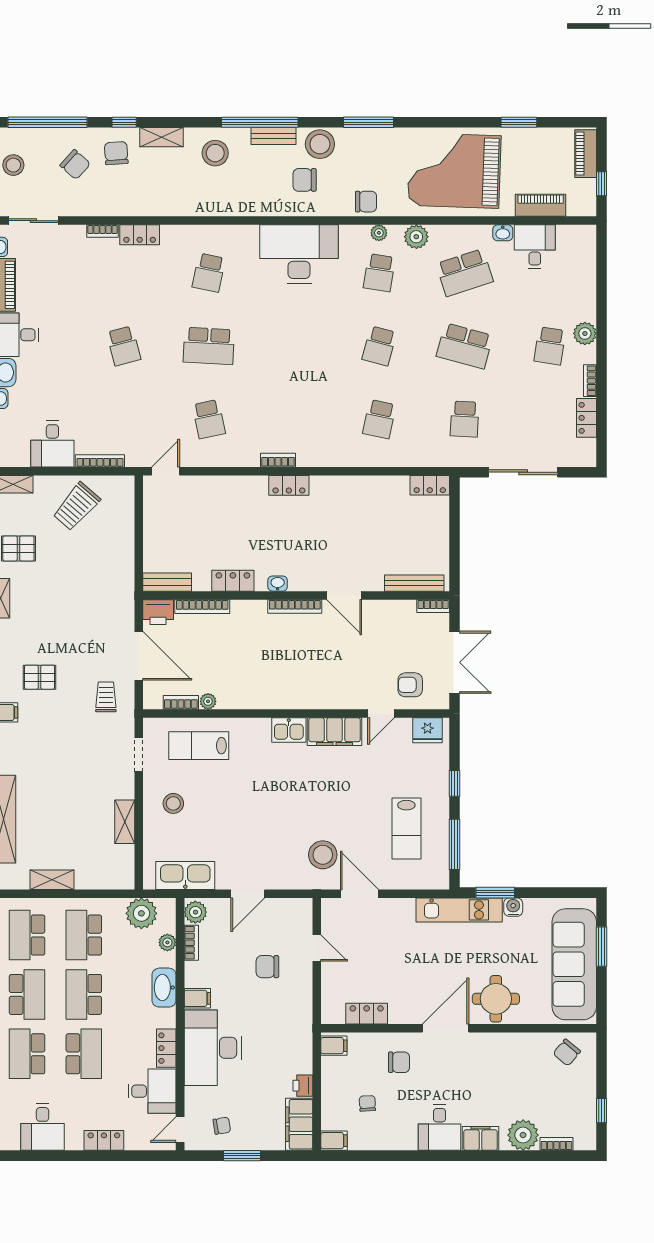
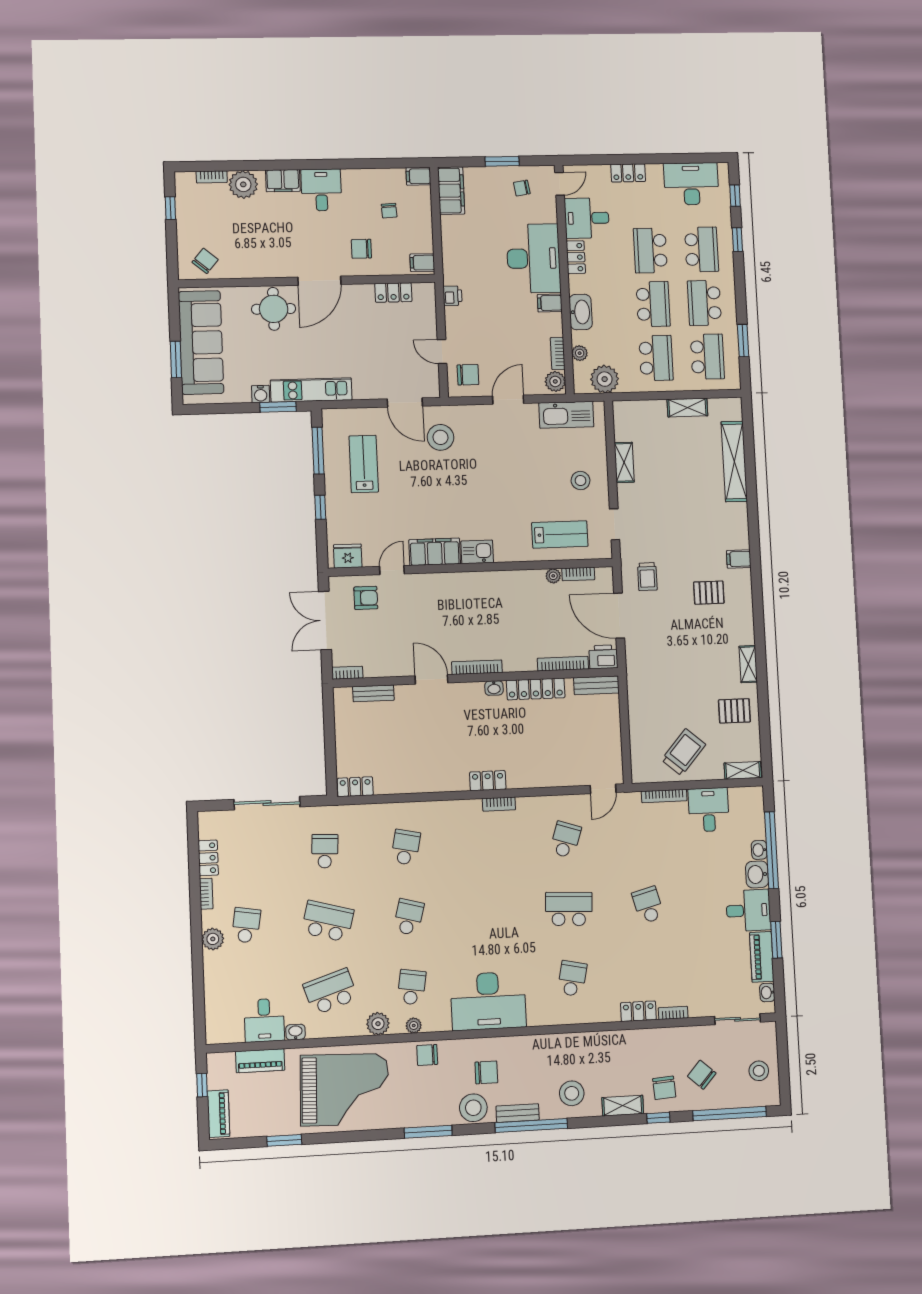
school desk: (209, 419) -> (565, 840), turned 30
locker: (233, 581) -> (536, 689), width x1.53
bench: (414, 583) -> (373, 693), width x0.73
chair: (267, 967) -> (468, 375), moved
printer: (303, 1086) -> (452, 296), moved
desk: (43, 1127) -> (691, 184), width x1.37

